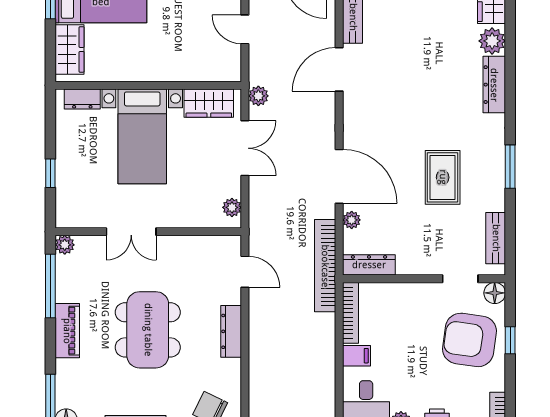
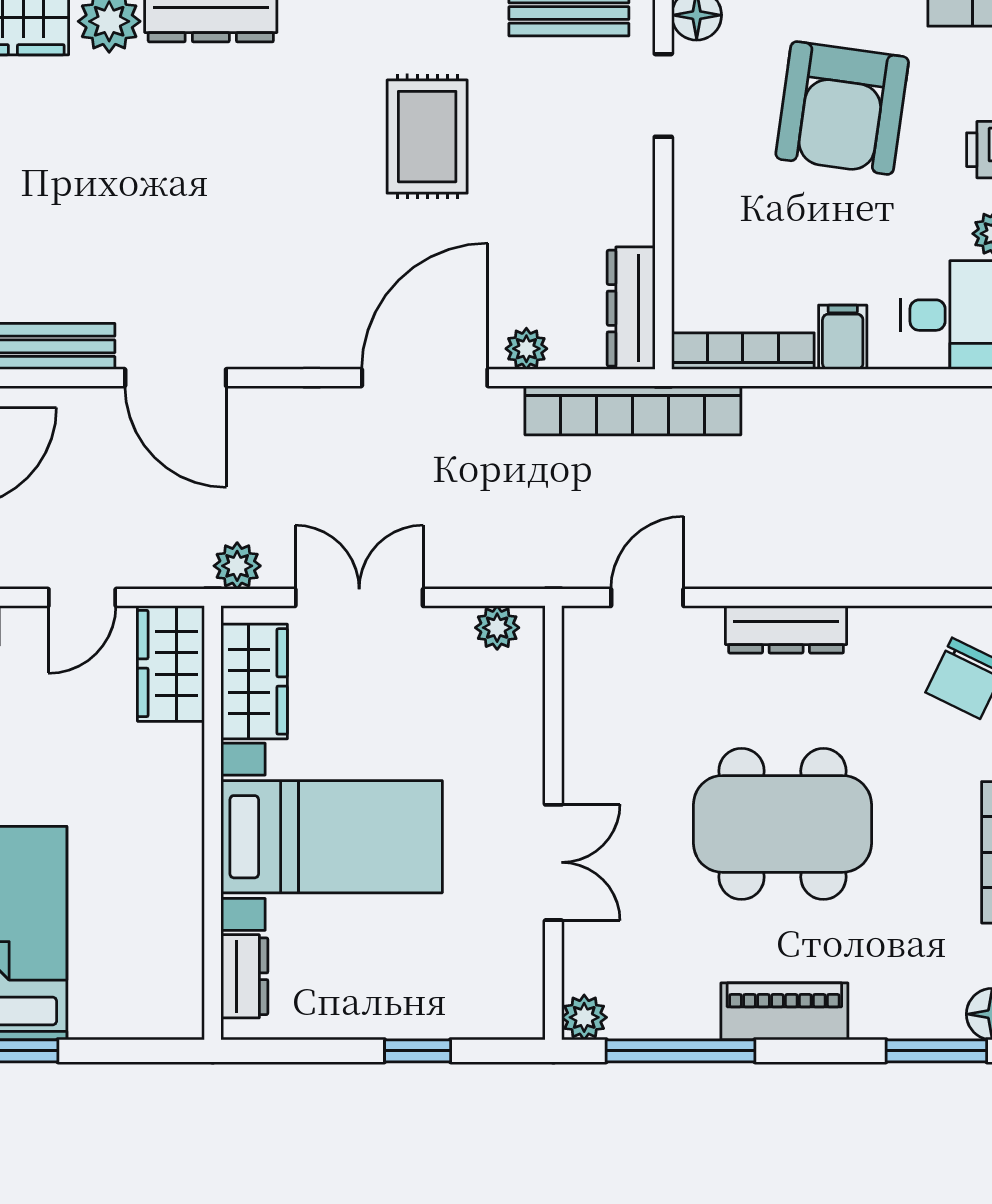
wardrobe: (69, 49) -> (171, 663), moved, turned -90
rug: (443, 177) -> (427, 137), turned 90
armchair: (469, 340) -> (842, 108), moved

